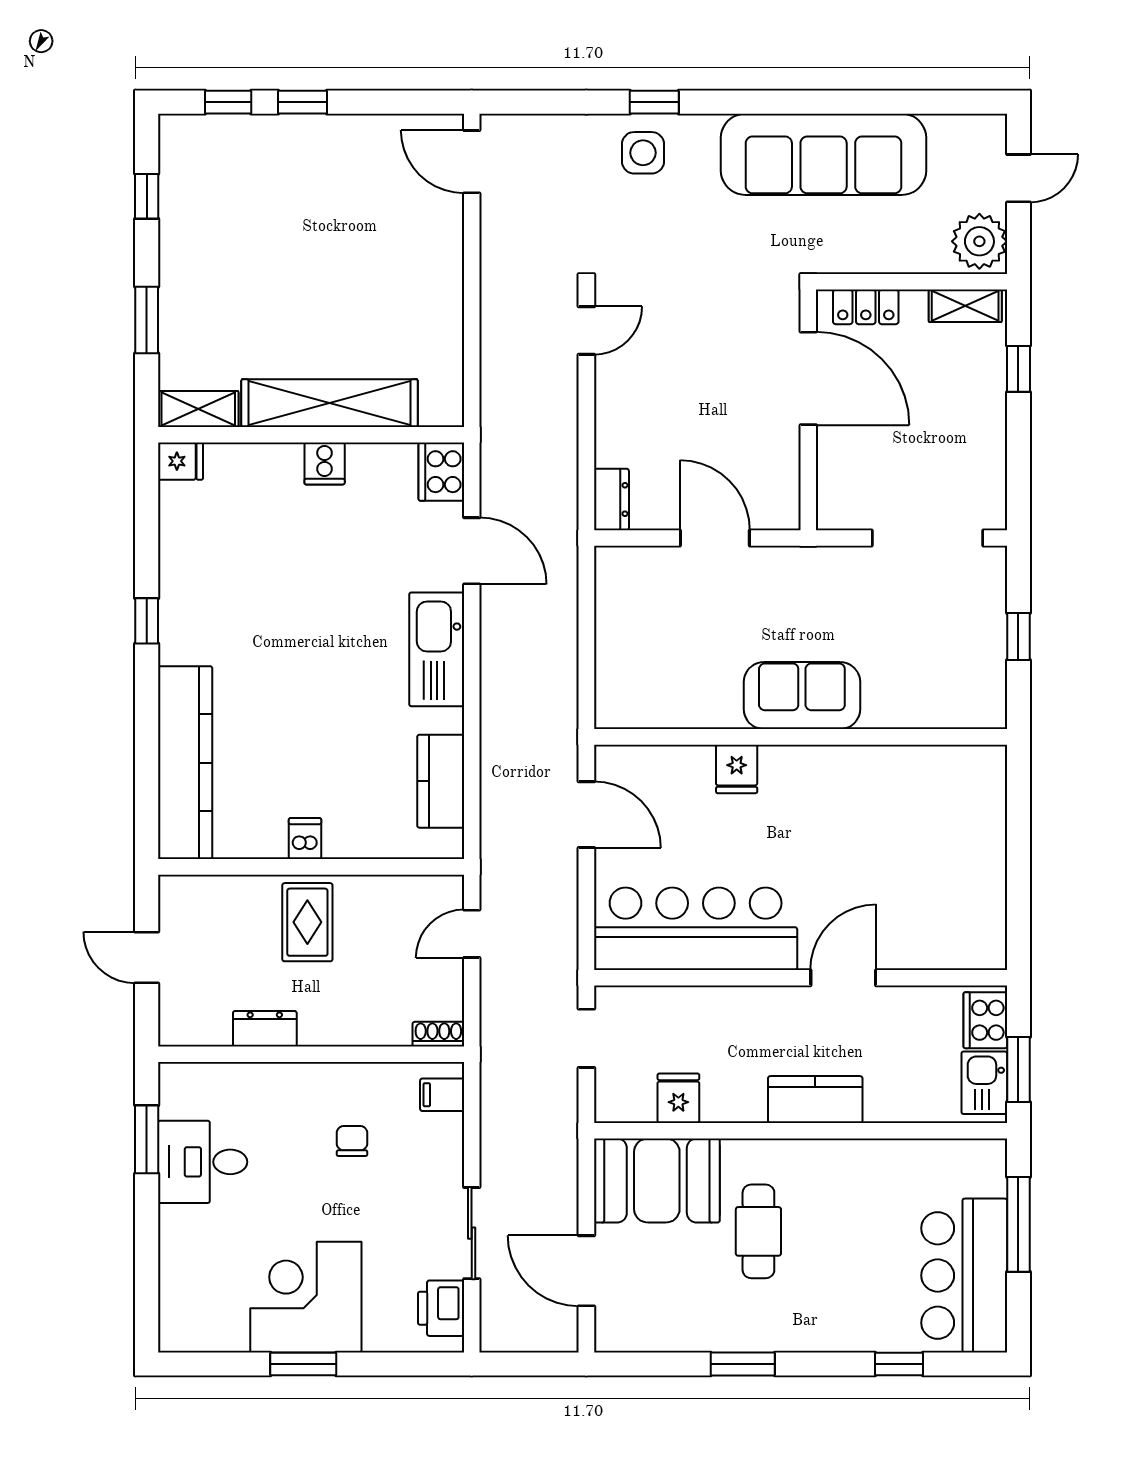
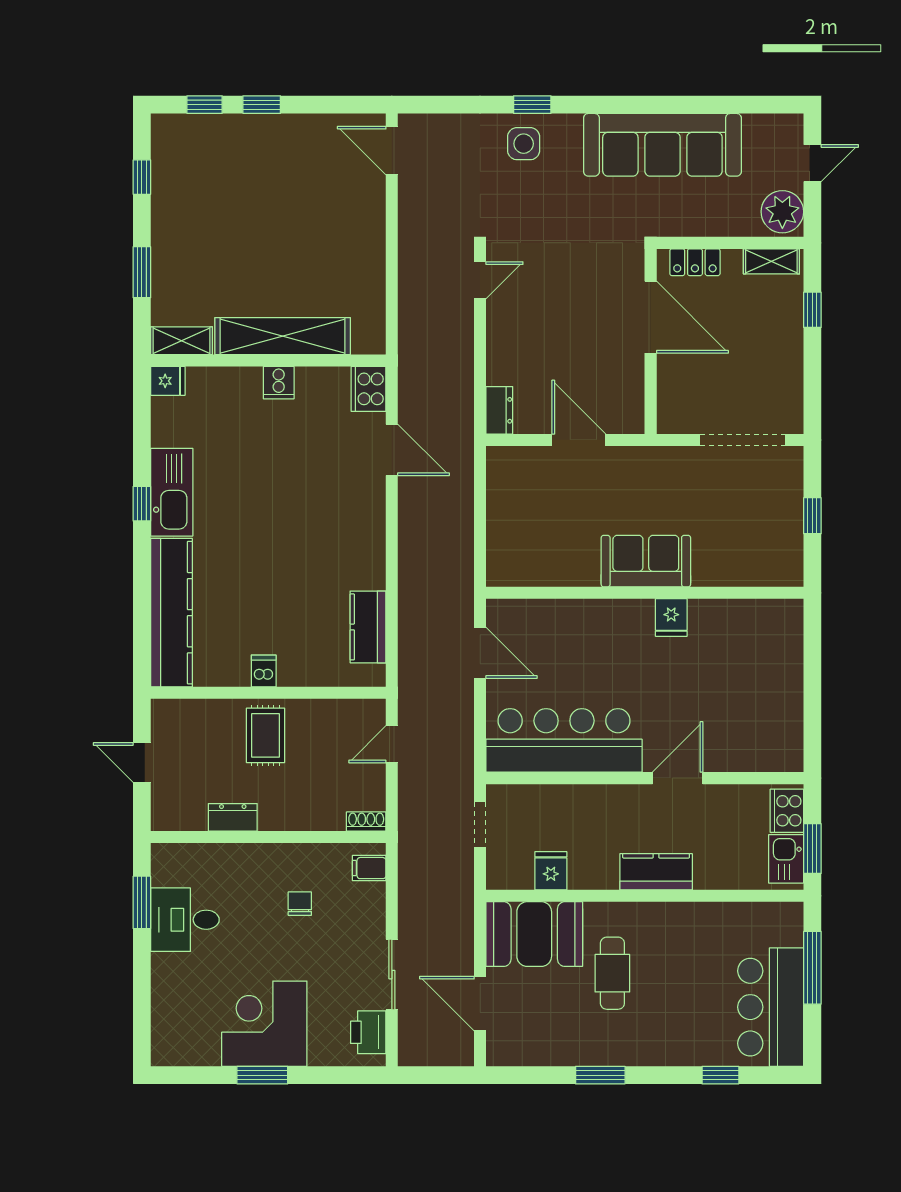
kitchen sink: (437, 649) -> (172, 492), moved, turned 180
fridge: (737, 769) -> (671, 618), moved

